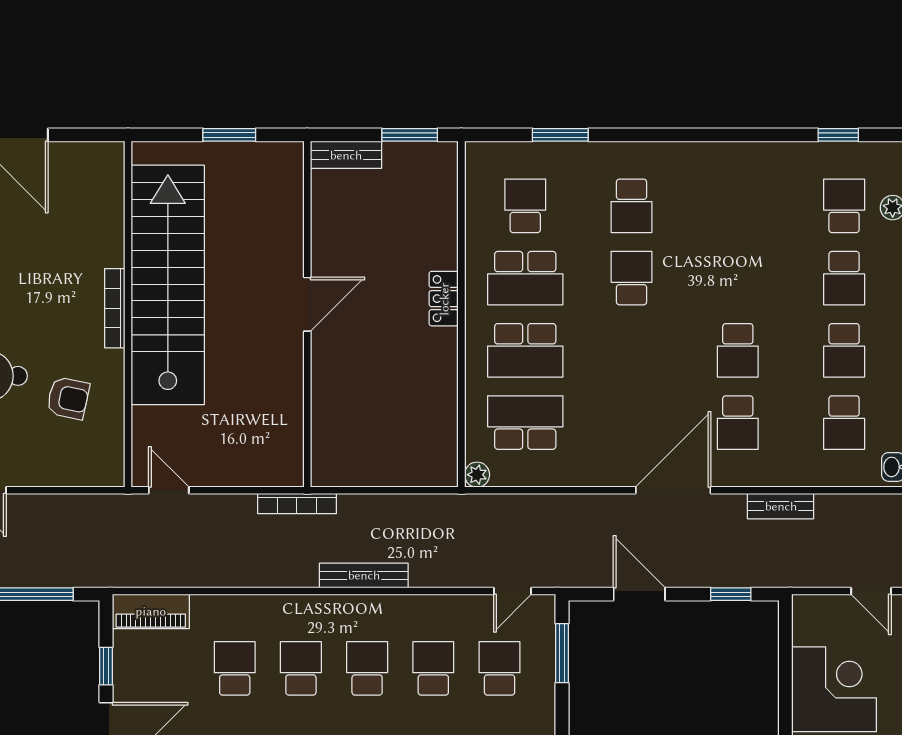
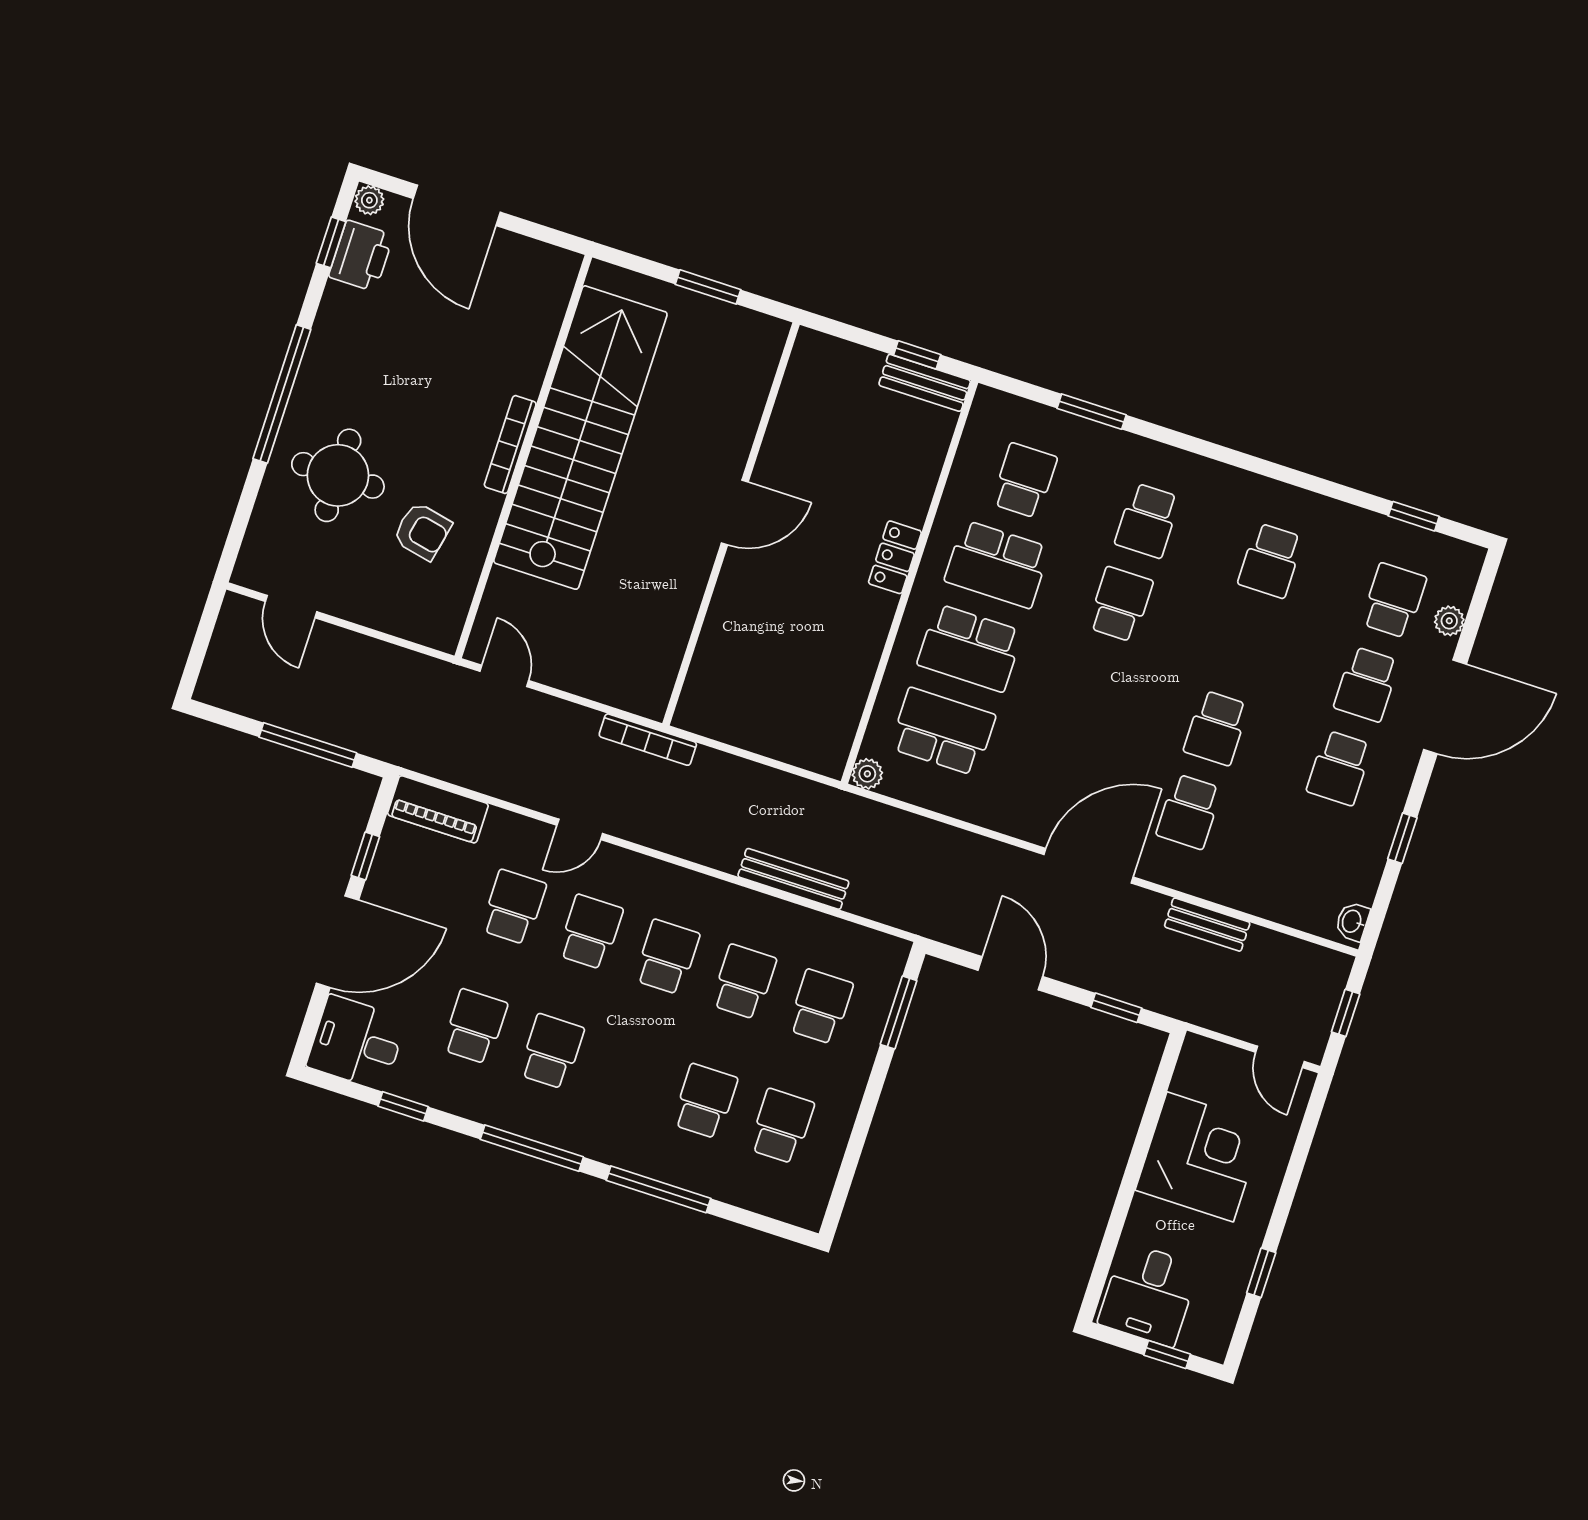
window: (410, 135) -> (917, 355), width x0.67
bench: (346, 155) -> (925, 383), moved
school desk: (844, 423) -> (1271, 561), moved
bench: (364, 575) -> (793, 879), moved
door: (512, 591) -> (580, 829), moved

